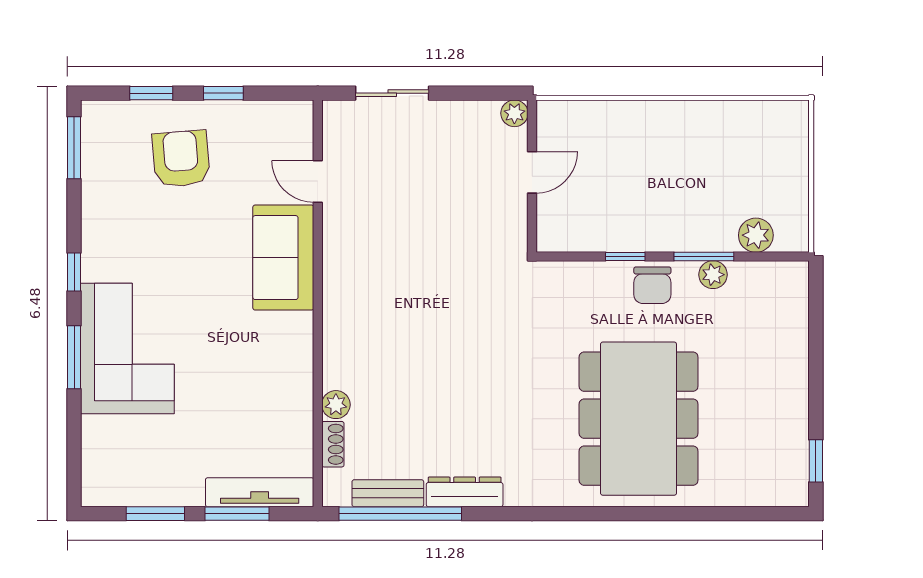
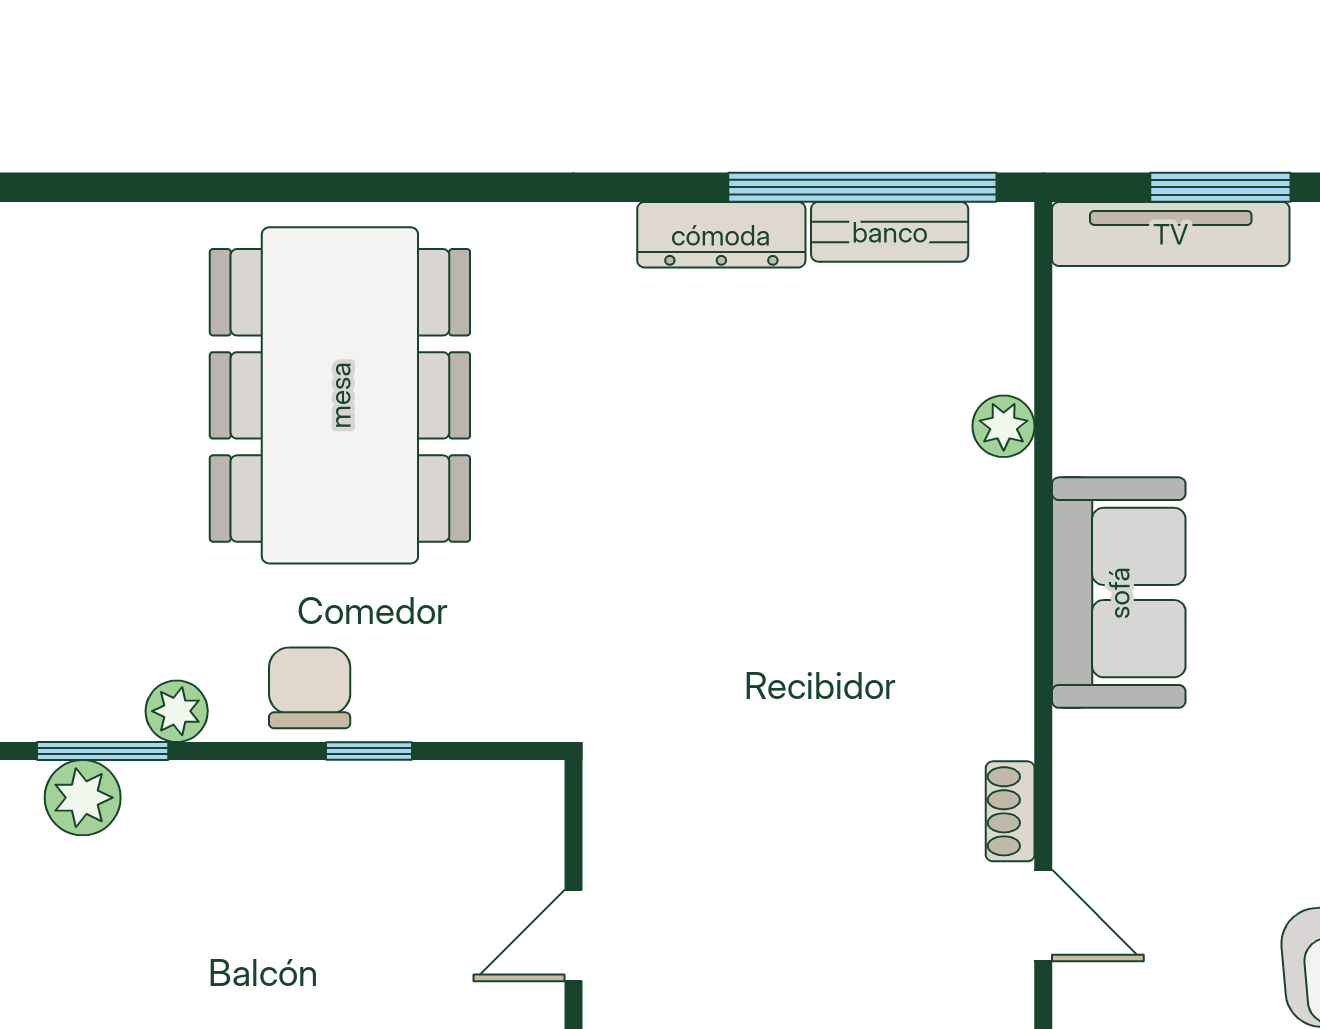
window: (704, 256) -> (103, 751), moved
sofa: (283, 258) -> (1119, 593), moved
shoe rack: (333, 444) -> (1010, 811), moved

